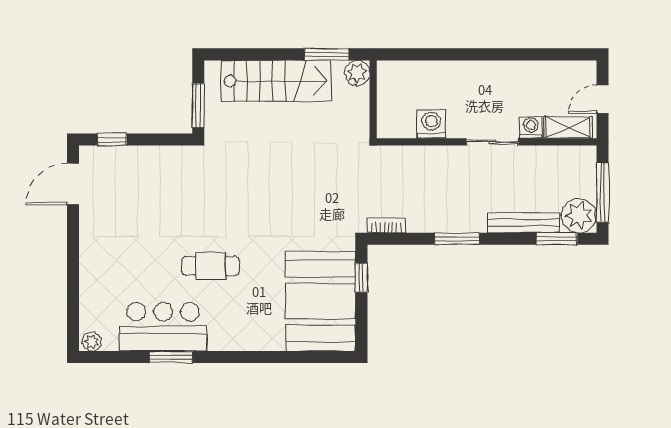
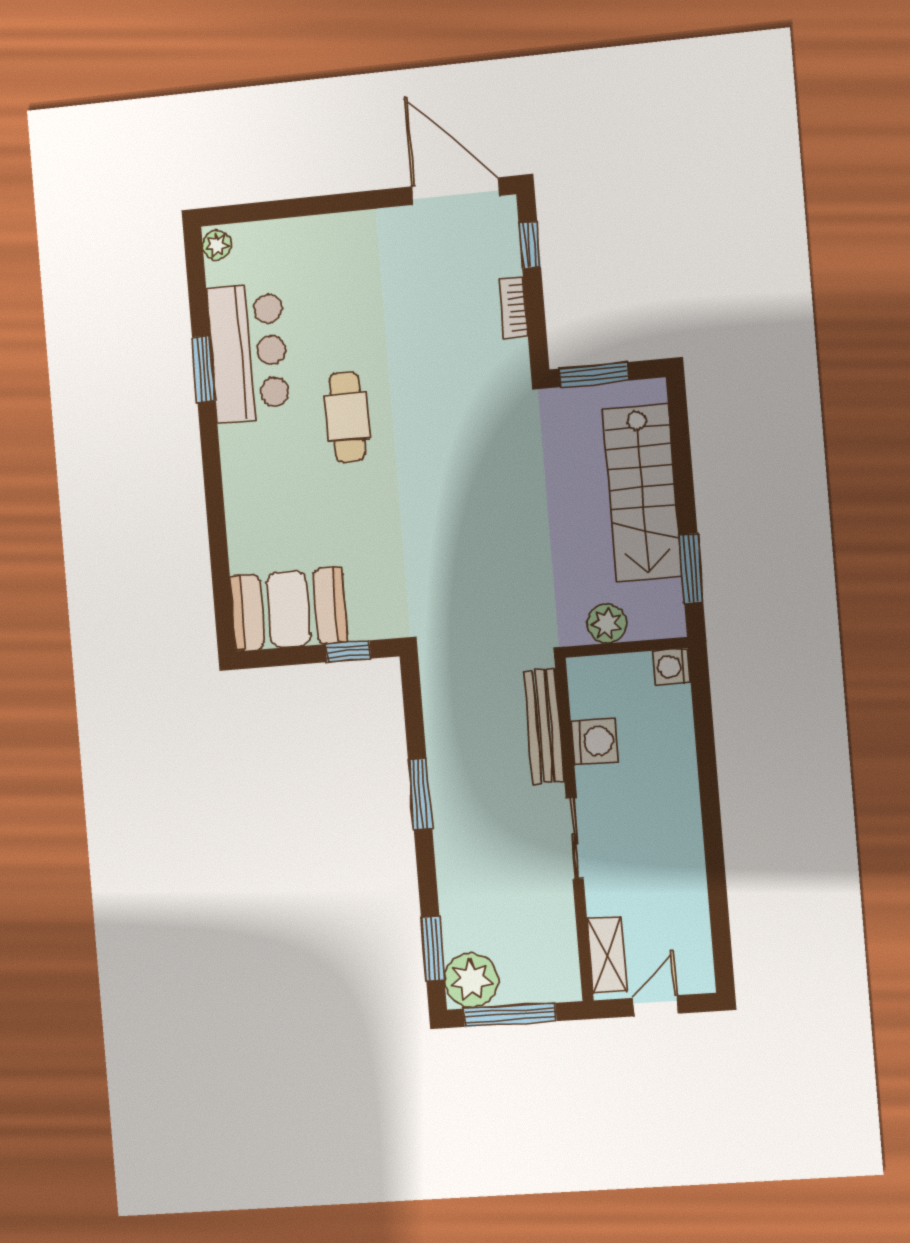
plant: (357, 73) -> (607, 624), moved
door: (602, 99) -> (656, 1006), hinge flipped
washing machine: (531, 127) -> (672, 667), moved, turned 180
door: (73, 184) -> (456, 191), width x1.36
bench: (523, 223) -> (544, 726), moved
bookcase: (386, 225) -> (514, 308), moved, turned 180
booth: (320, 301) -> (288, 609), width x0.73, depth x0.70

